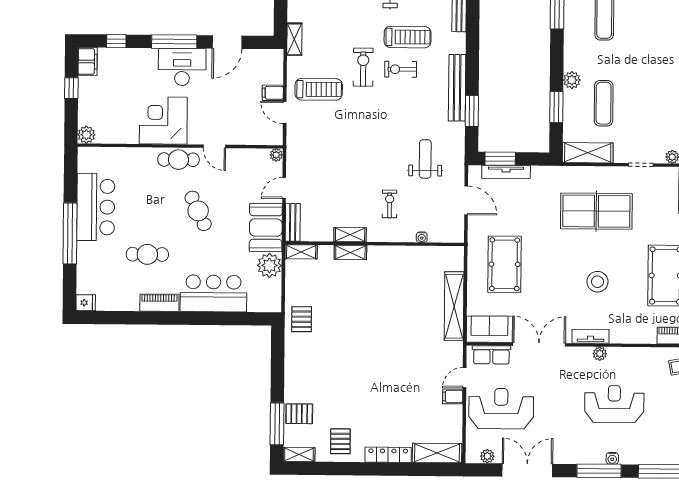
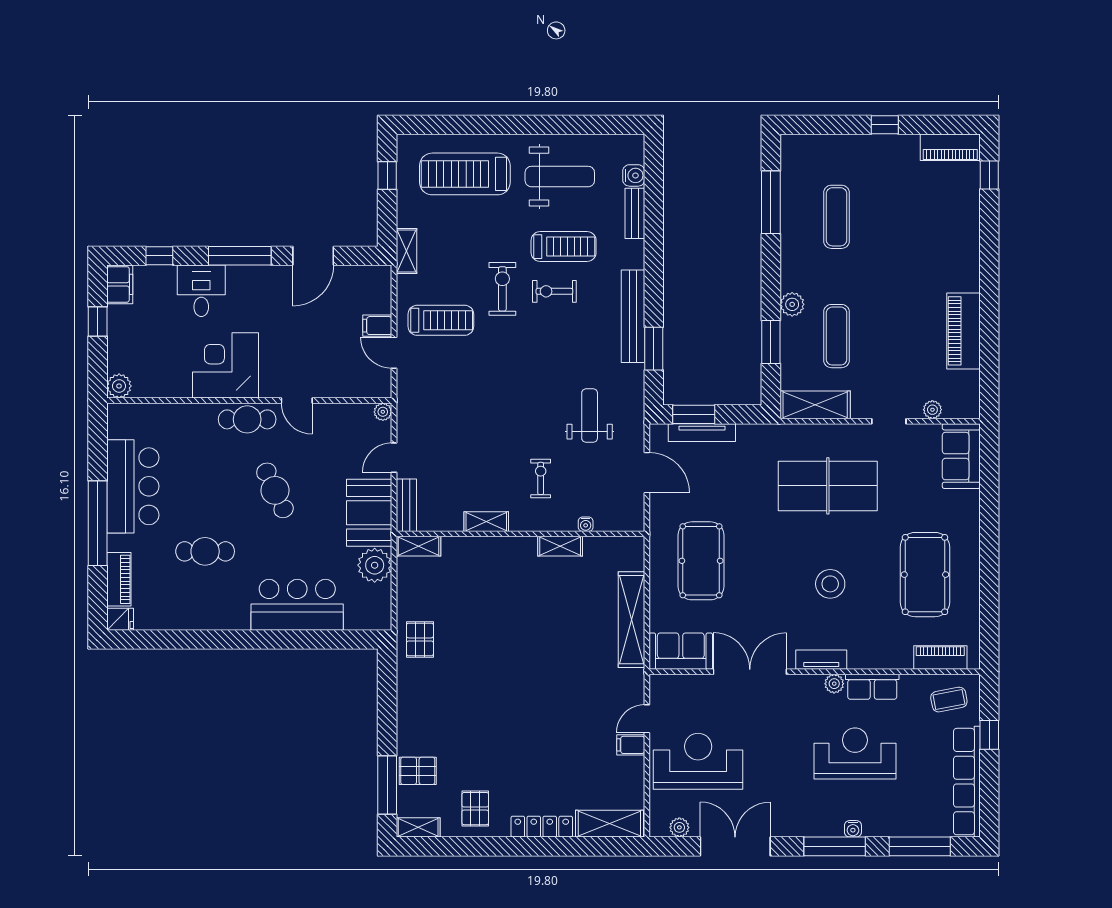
desk: (182, 67) -> (201, 291), moved, width x0.73
shelving: (350, 252) -> (560, 546), moved
piano: (159, 303) -> (119, 579), moved, turned 90
row of seats: (491, 355) -> (872, 687), moved

